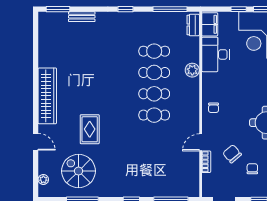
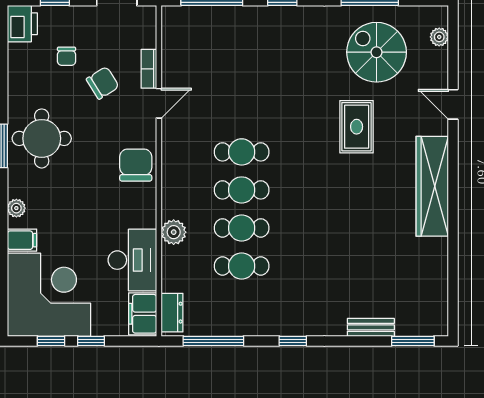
chair: (214, 108) -> (136, 165), width x1.87, depth x1.87
chair: (232, 154) -> (103, 83), turned -82
spiral stairs: (79, 171) -> (377, 52), turned 180

